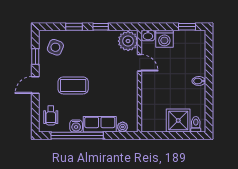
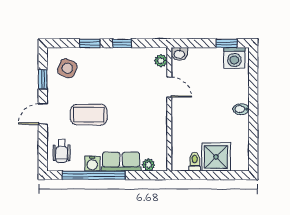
washing machine: (164, 39) -> (234, 58), moved
plant: (128, 41) -> (161, 61), width x0.53, depth x0.53
toilet: (196, 124) -> (195, 162), moved

